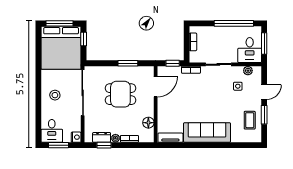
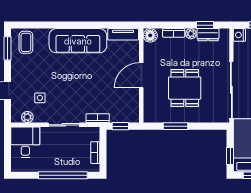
window: (234, 23) -> (63, 175), moved
window: (264, 44) -> (7, 150), removed
door: (156, 87) -> (141, 75), moved
dining table: (120, 94) -> (185, 88), turned 90
window: (264, 115) -> (7, 48), moved
coffee table: (250, 120) -> (26, 42), moved
floor lamp: (148, 123) -> (150, 35), moved

